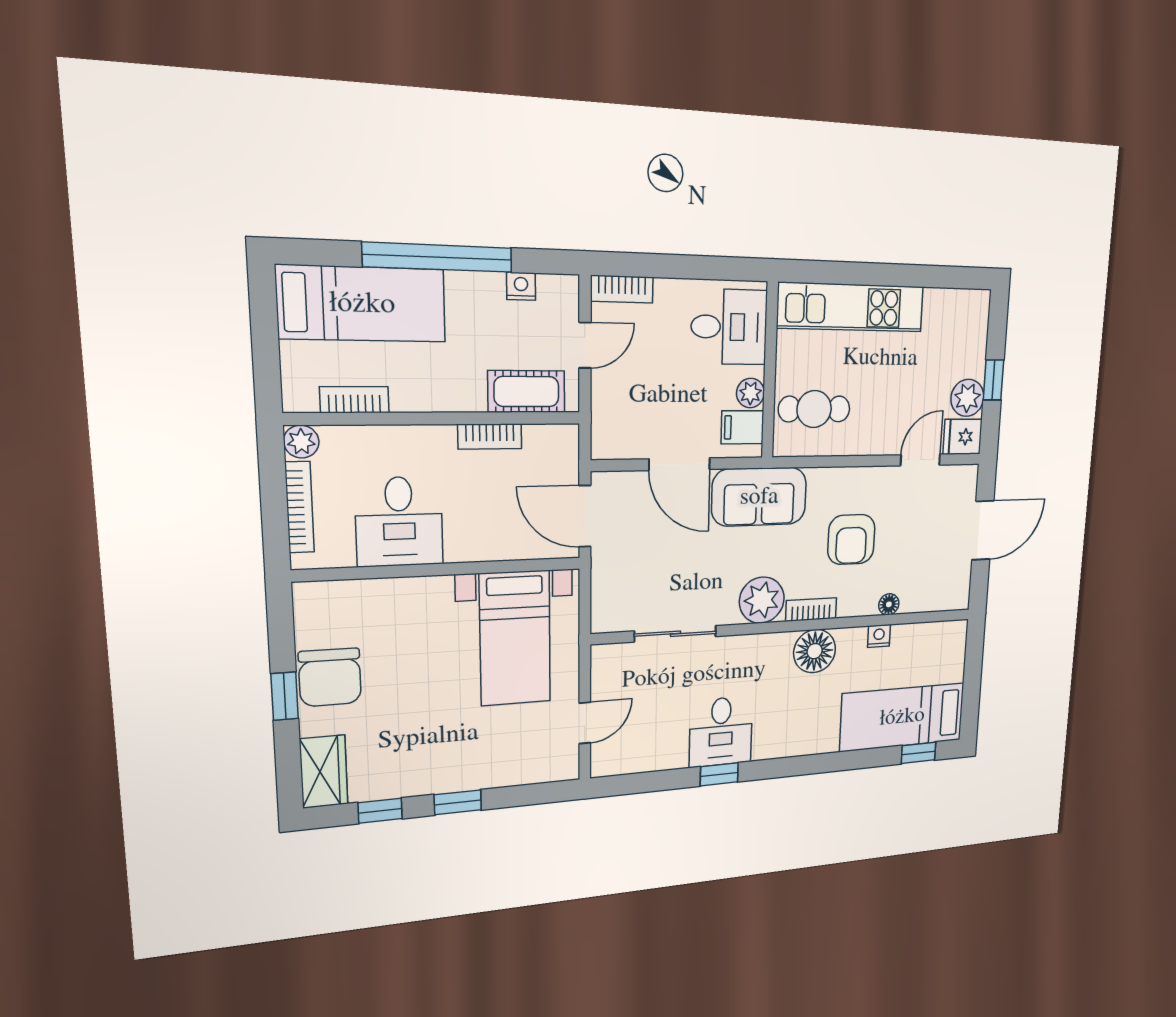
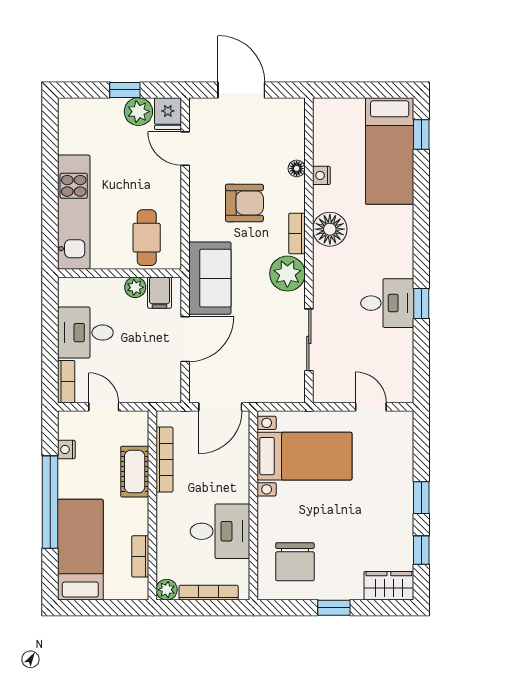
desk: (729, 327) -> (85, 333), moved, turned -90
cot: (526, 391) -> (135, 472), moved
bookcase: (490, 437) -> (164, 460), width x1.56
chair: (330, 677) -> (295, 562), moved, turned 90

